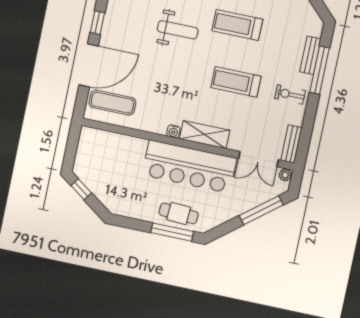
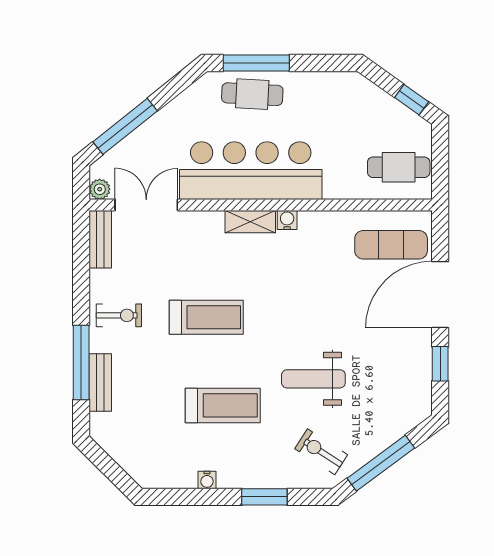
shelving: (205, 135) -> (250, 222), width x0.67, depth x0.75
cafe table: (98, 149) -> (399, 167), added

